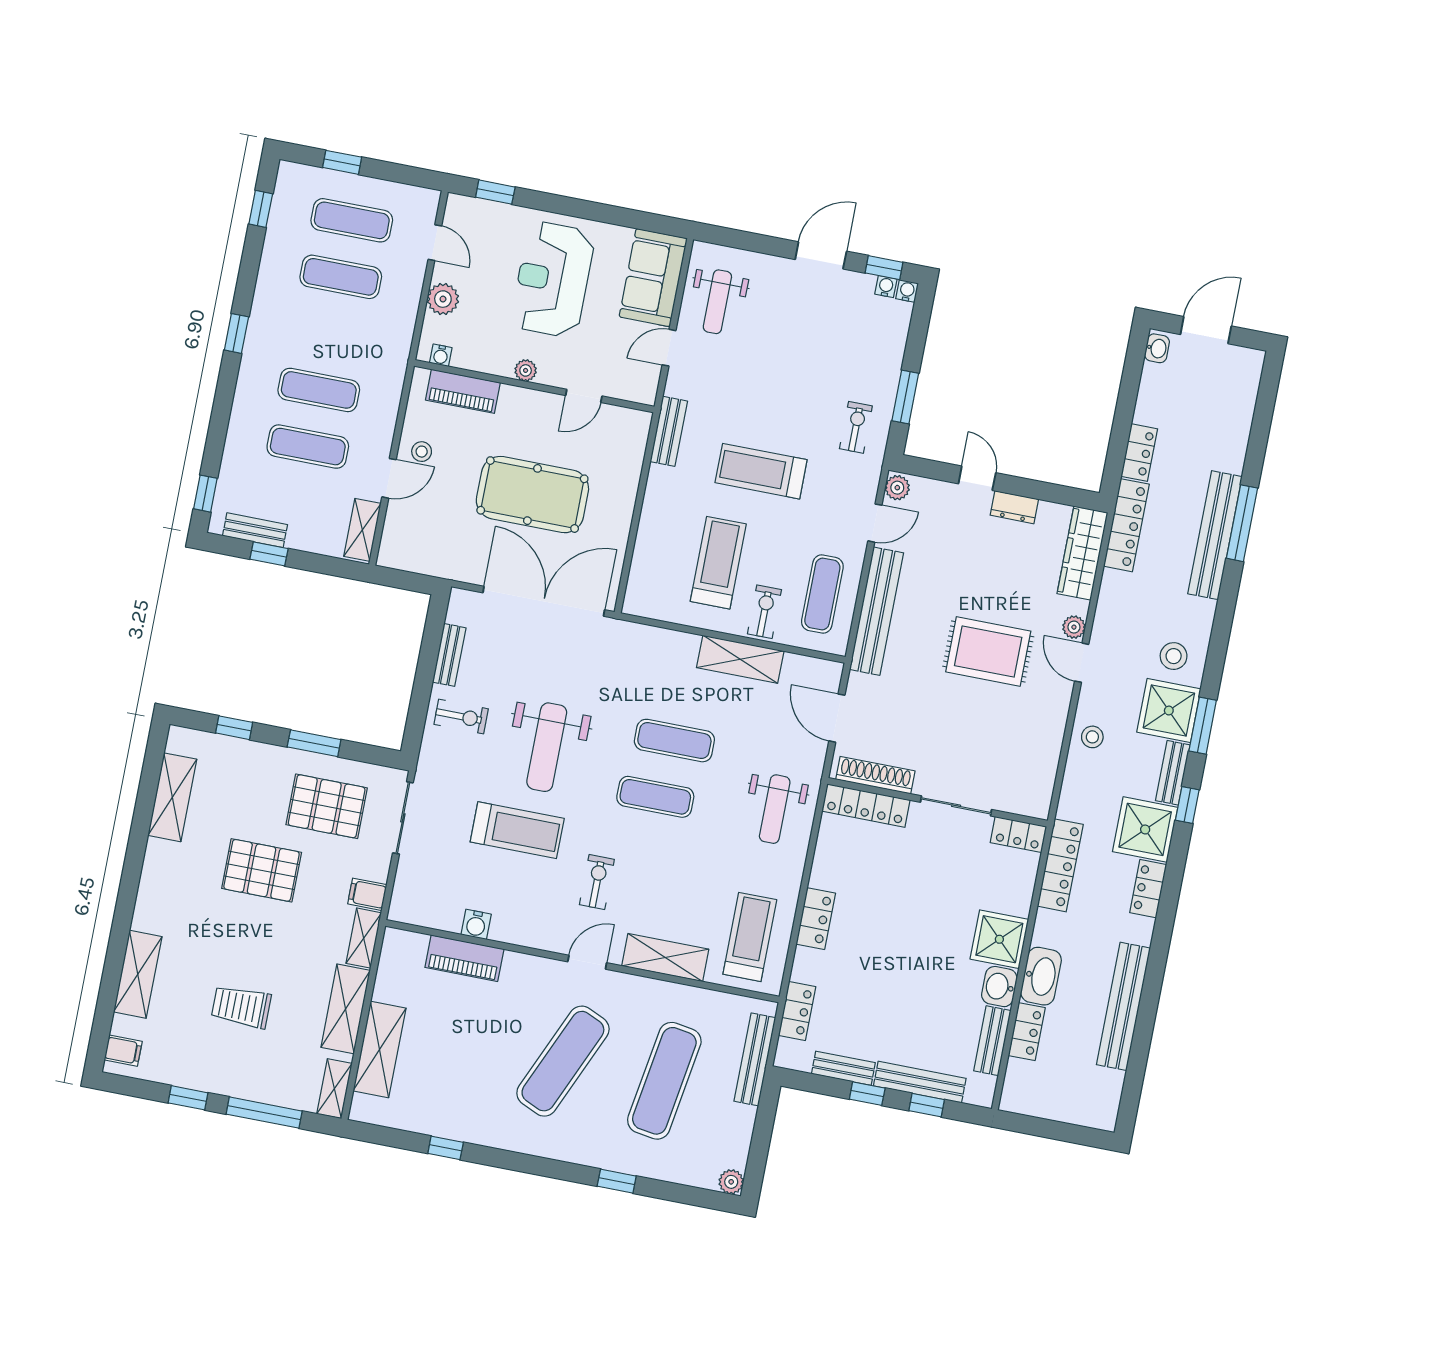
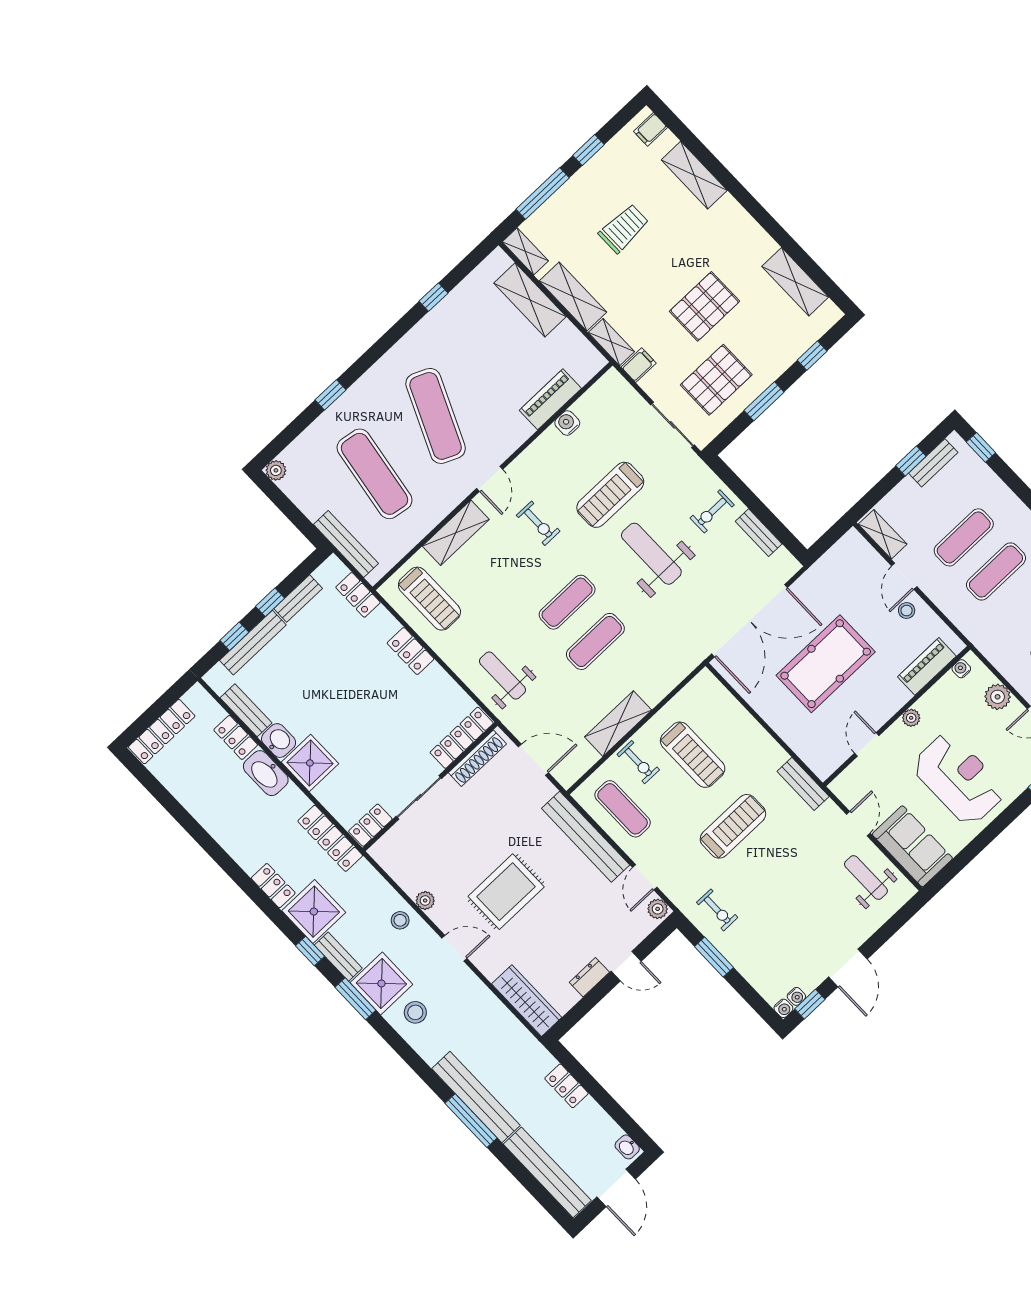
locker: (1126, 525) -> (162, 732), moved, turned -90
plant: (1074, 627) -> (425, 901), moved
bench: (1123, 1006) -> (547, 1172), moved

